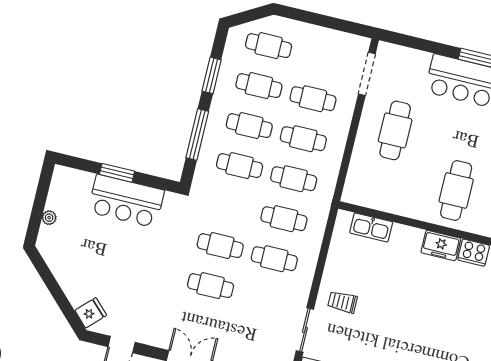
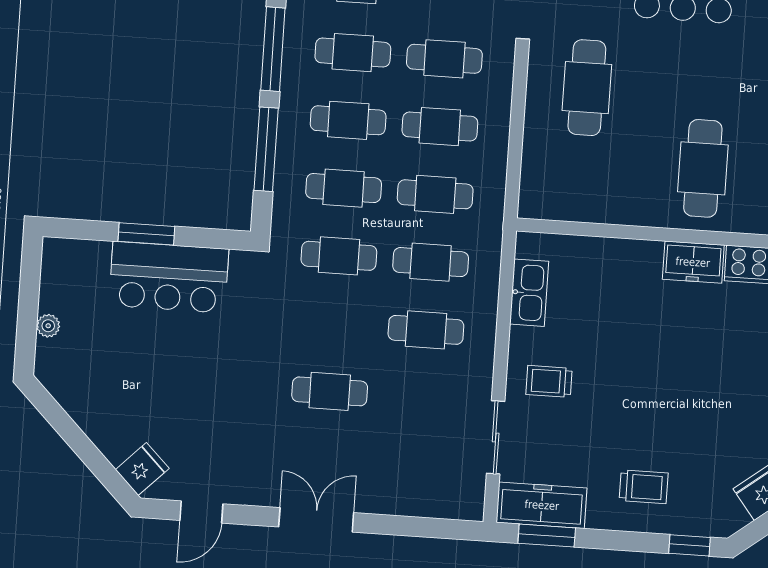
window: (212, 75) -> (273, 49), width x1.44
kitchen sink: (371, 227) -> (529, 293), moved, turned -90
cafe table: (220, 246) -> (339, 256), moved

